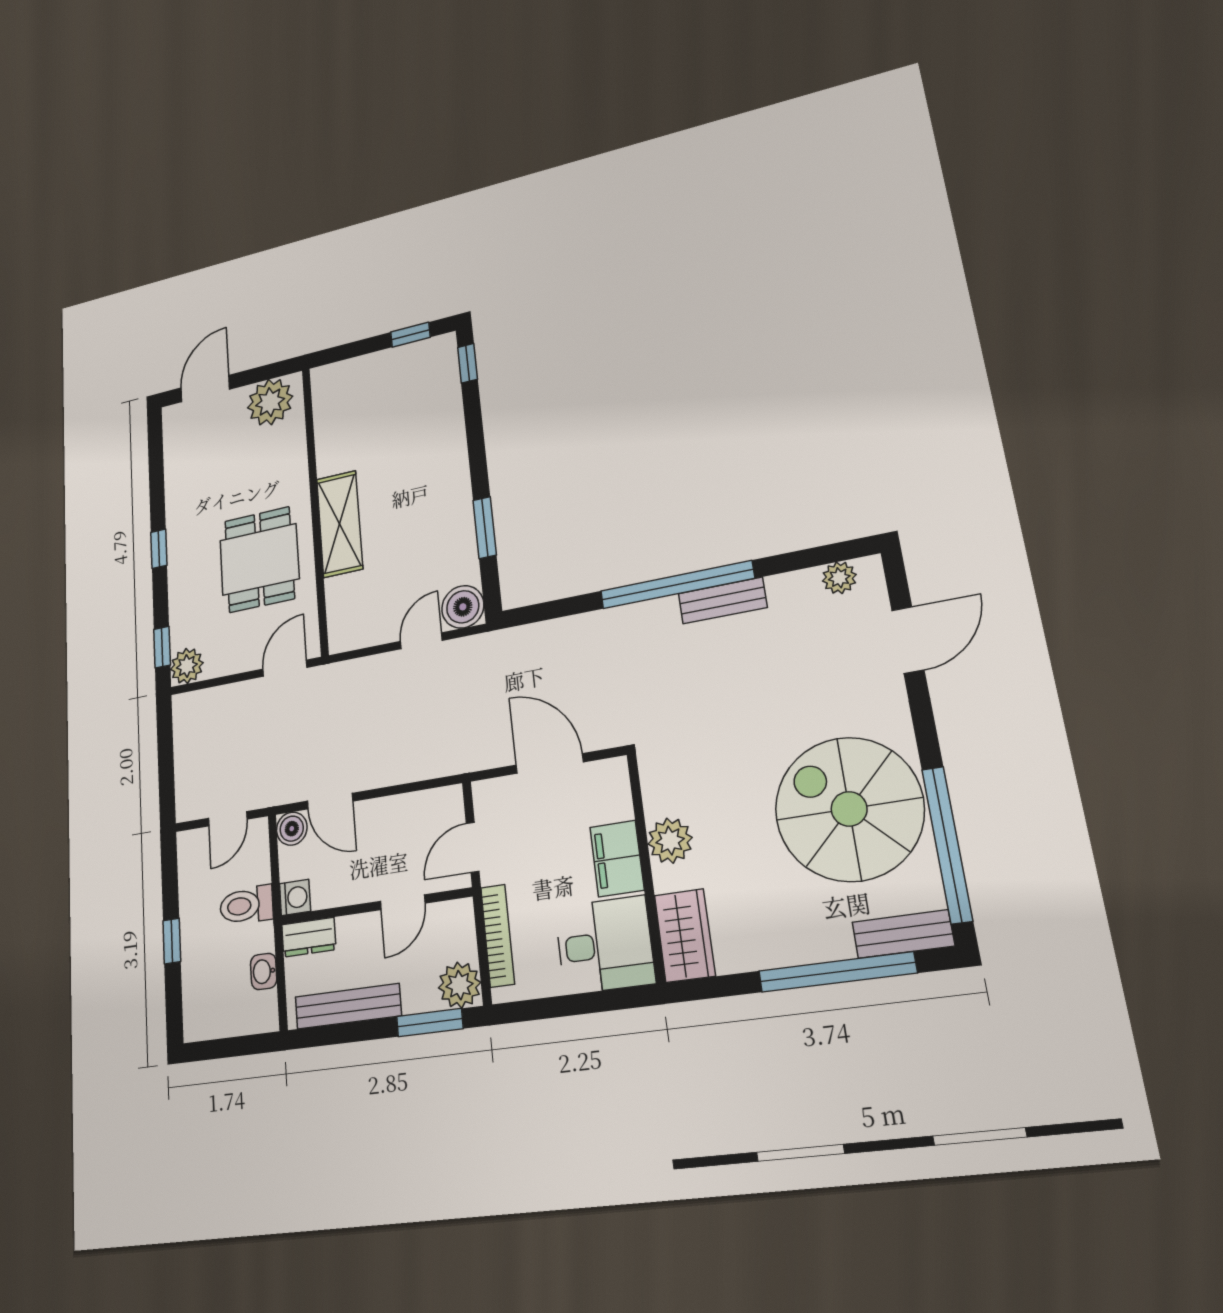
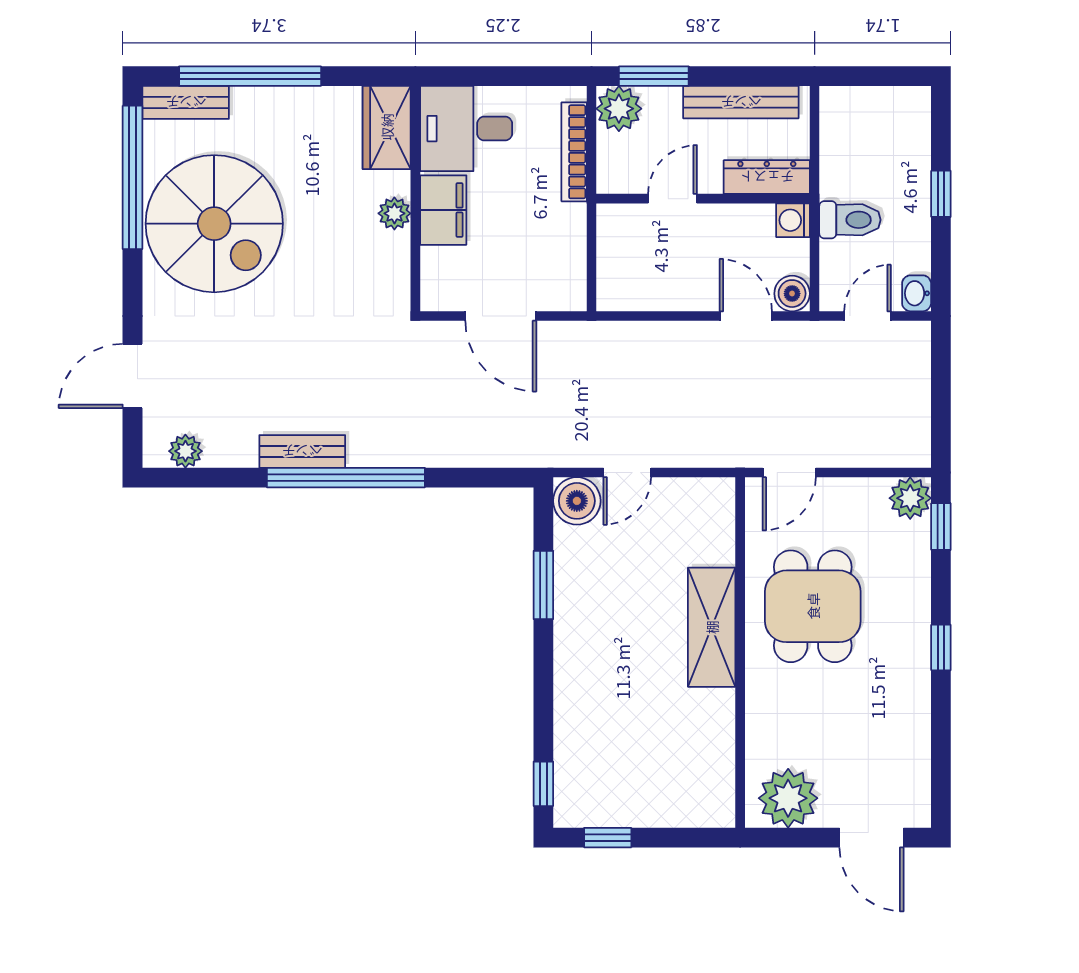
door: (205, 389) -> (871, 838), hinge flipped
plant: (670, 841) -> (394, 213), width x0.73, depth x0.73
door: (473, 847) -> (591, 243), removed
dresser: (309, 937) -> (767, 177), width x1.44
washbasin: (264, 971) -> (917, 293), moved, turned 180

